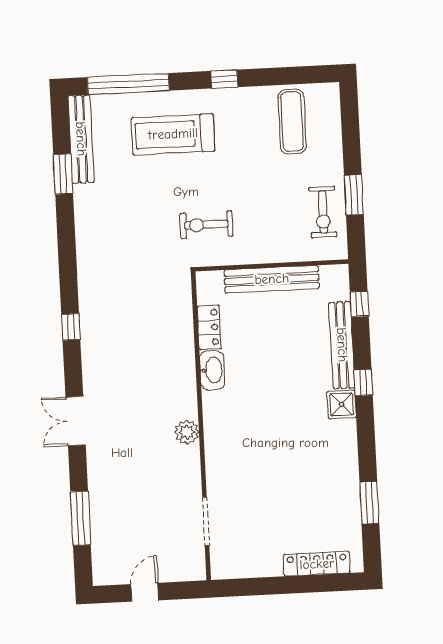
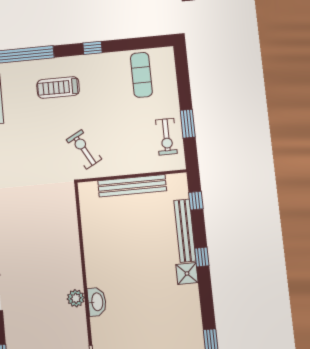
treadmill: (173, 134) -> (58, 88), width x0.73, depth x0.73
exercise bike: (206, 225) -> (84, 149), turned 61
locker: (209, 327) -> (89, 222), removed
washbasin: (212, 370) -> (97, 302), moved

